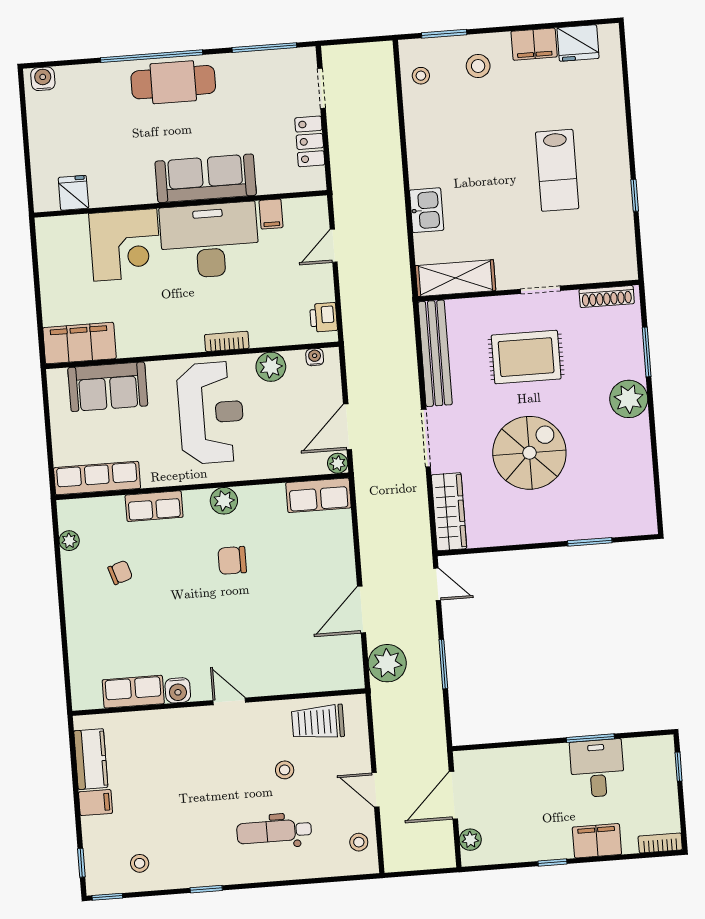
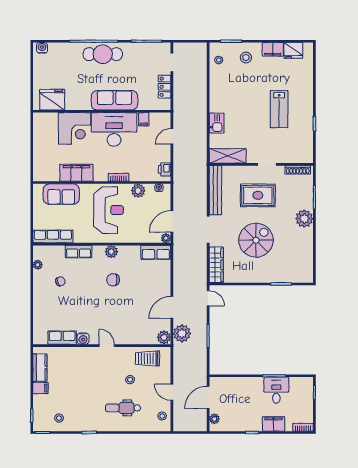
fridge: (73, 193) -> (52, 100), width x1.88, depth x1.34
filing cabinet: (79, 343) -> (76, 173), moved
plant: (350, 675) -> (164, 337), added

